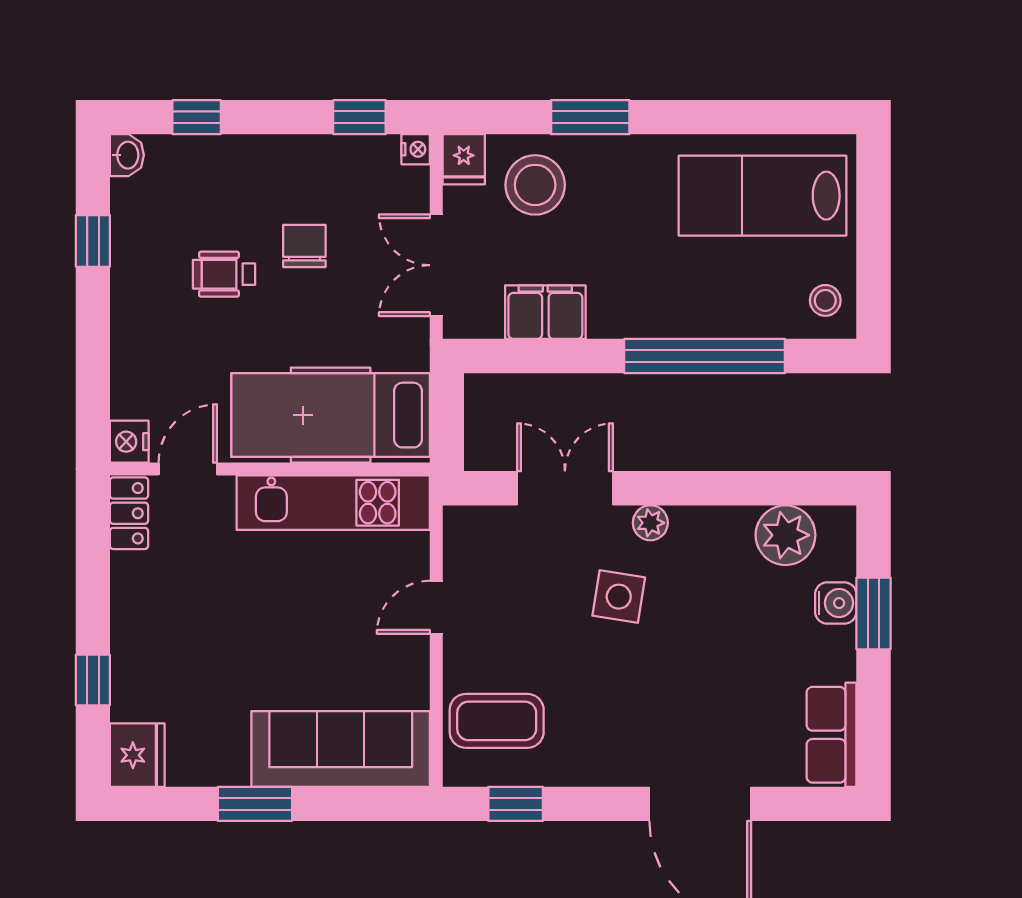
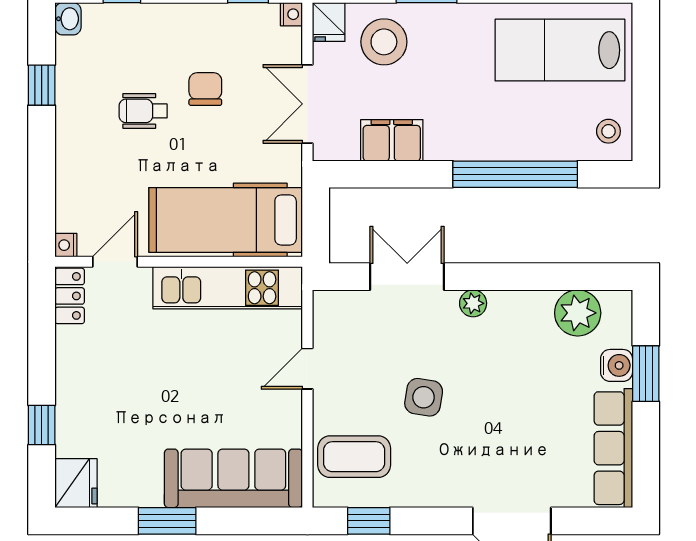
nightstand: (129, 442) -> (66, 245), width x0.72, depth x0.74
side table: (619, 597) -> (424, 397), moved
row of seats: (832, 735) -> (613, 448), width x1.48

